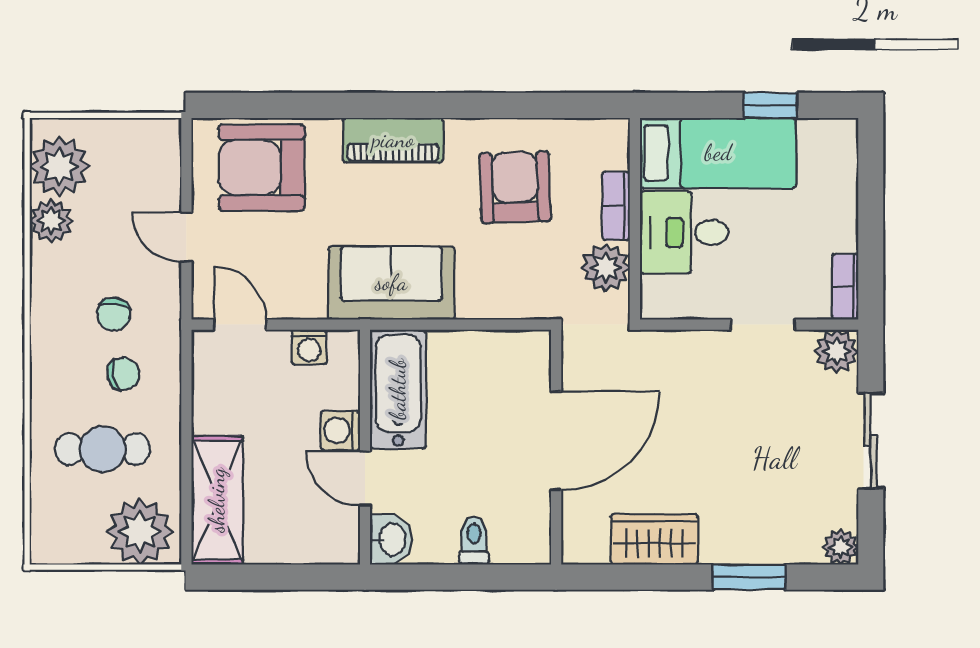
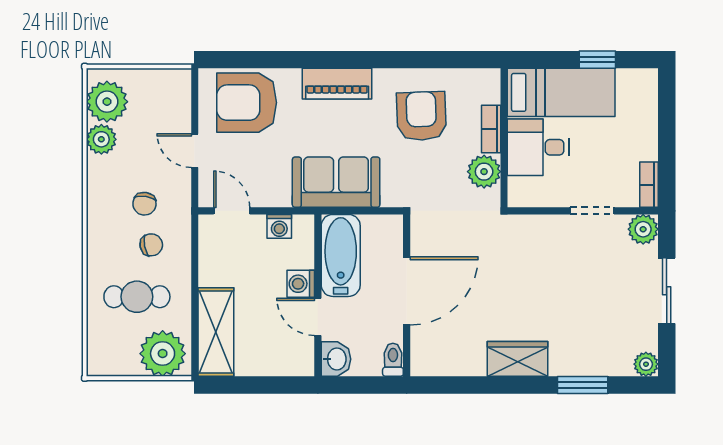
door: (556, 441) -> (407, 291), moved
wall: (556, 447) -> (407, 295), moved

